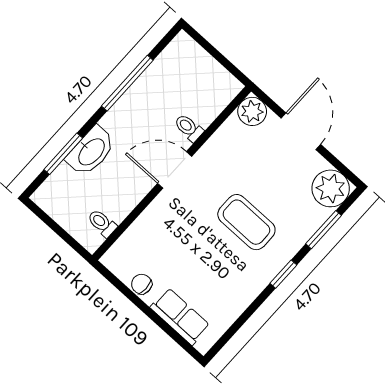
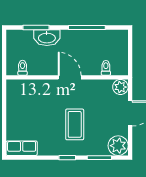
toilet: (189, 128) -> (106, 68), moved
chair: (142, 284) -> (13, 105), removed
row of seats: (180, 316) -> (22, 148), moved, turned -90

